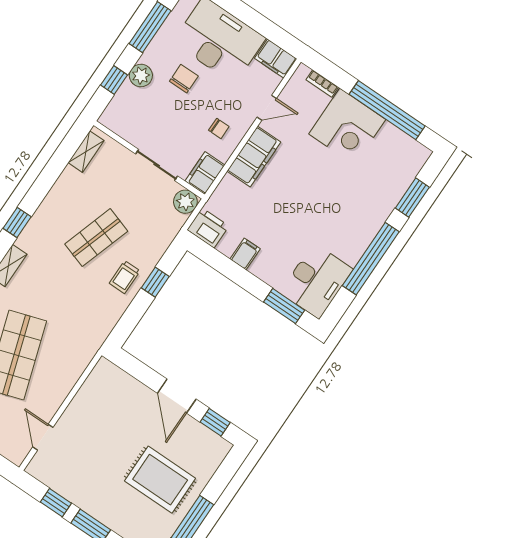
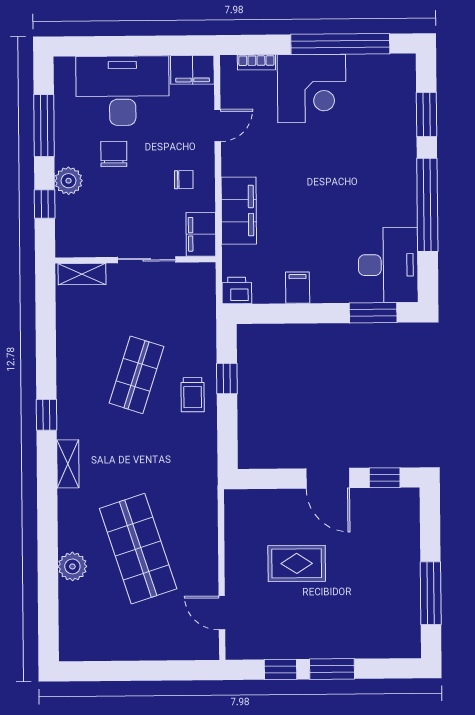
shelving: (86, 152) -> (82, 274), moved, turned 90
filing cabinet: (254, 156) -> (239, 211), moved
plant: (185, 202) -> (201, 277), removed
printer: (208, 228) -> (237, 291), width x0.73, depth x0.81
rug: (160, 480) -> (297, 563), moved, width x0.73, depth x0.70

